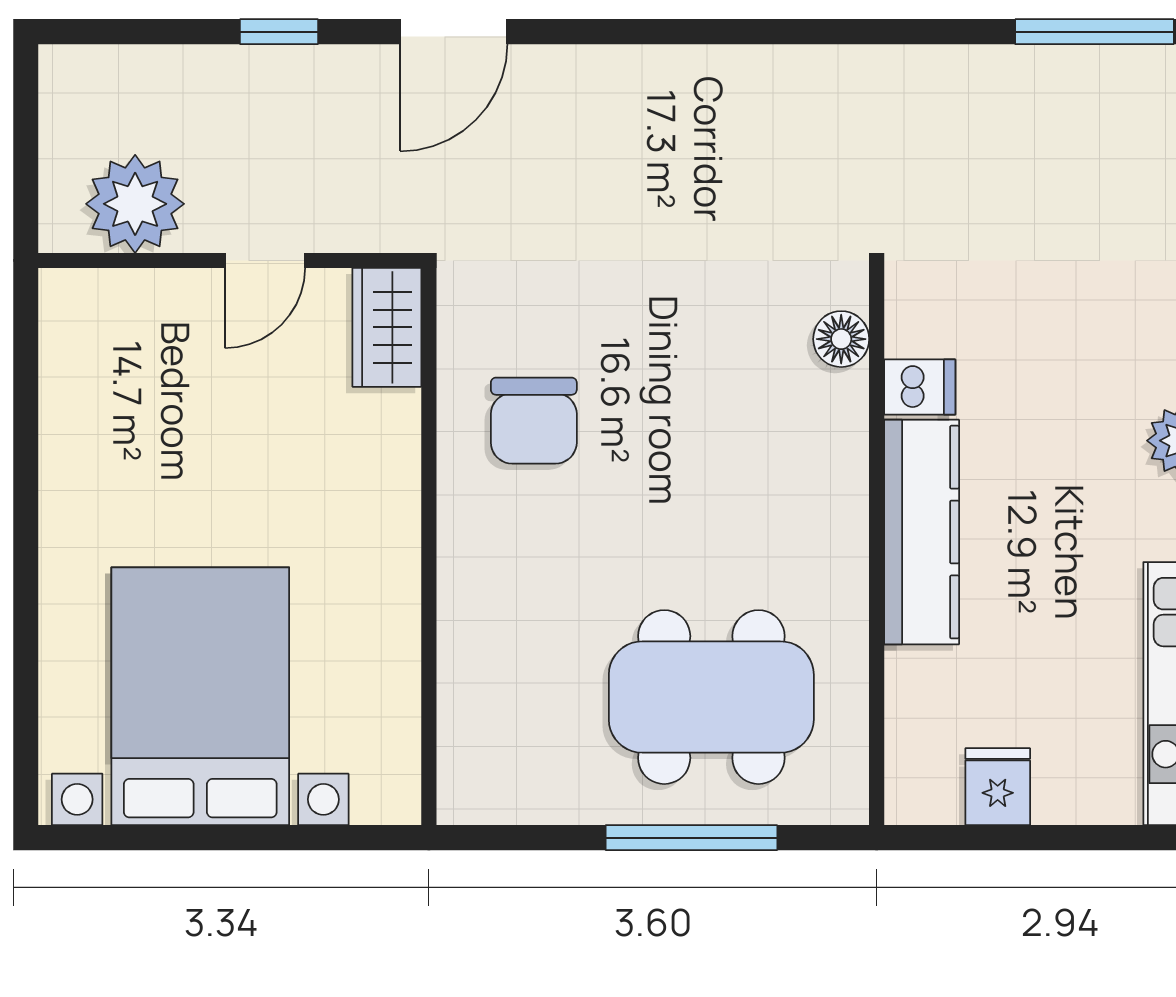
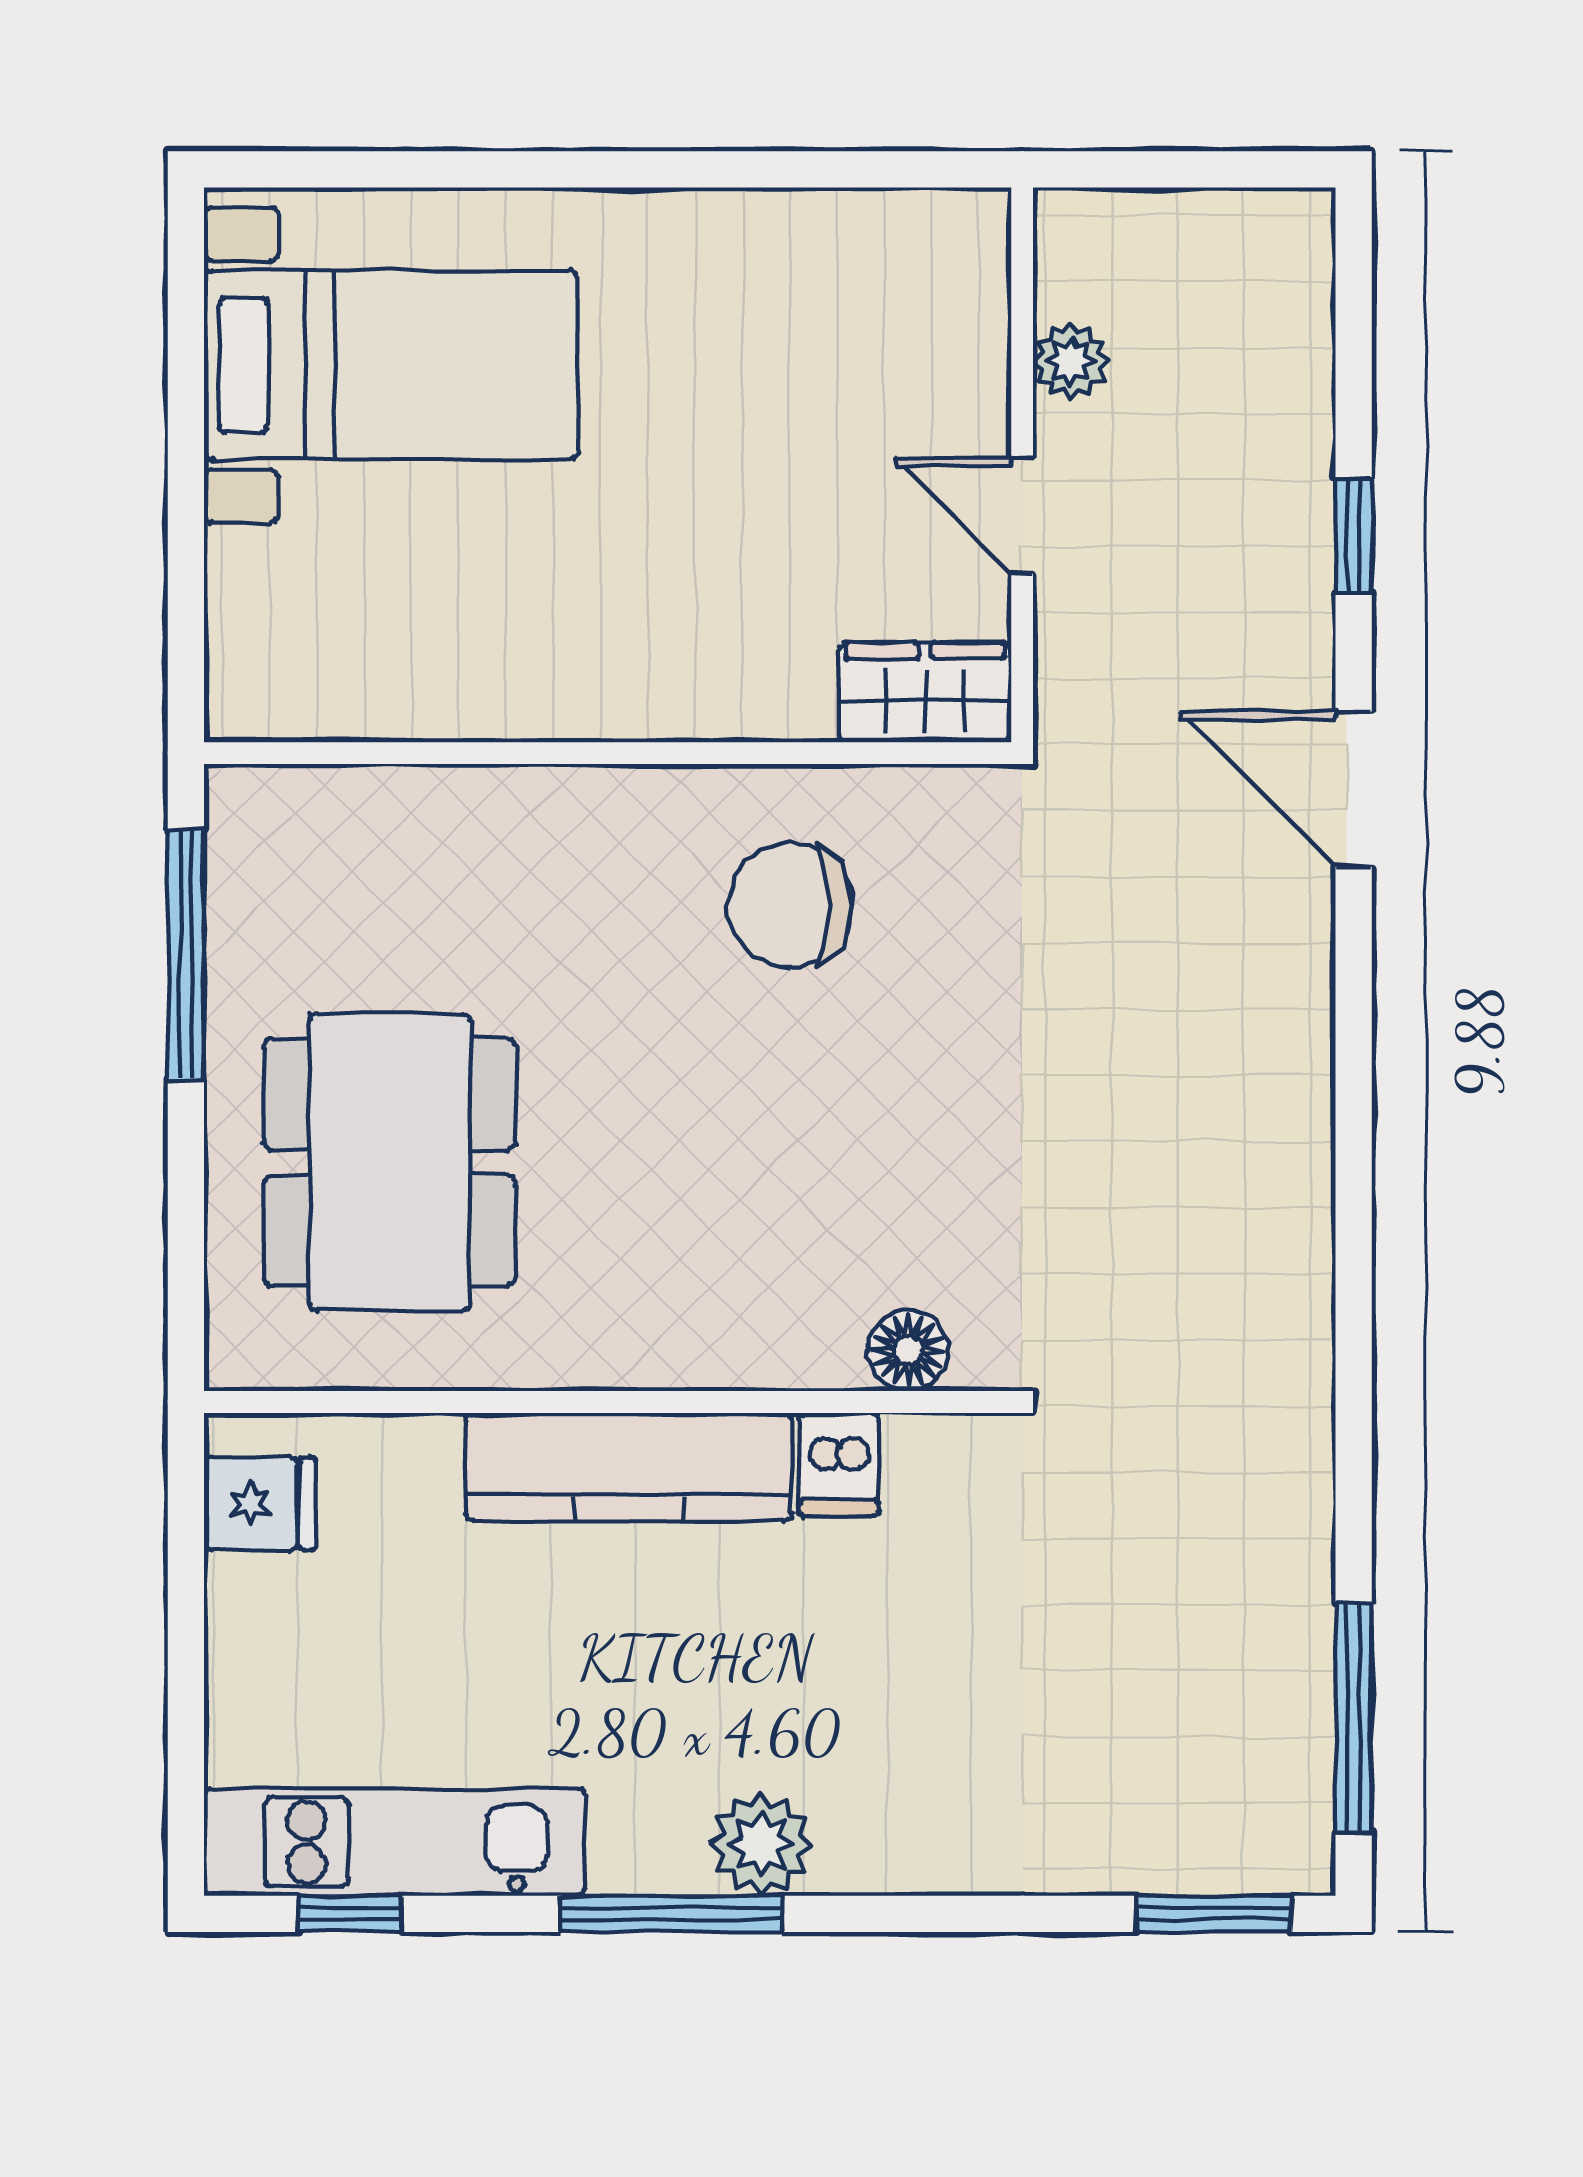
plant: (135, 204) -> (1071, 361), width x0.53, depth x0.53
bed with nightstands: (200, 696) -> (391, 365), width x0.73
fridge: (998, 787) -> (260, 1504), moved
window: (691, 838) -> (186, 955), moved

